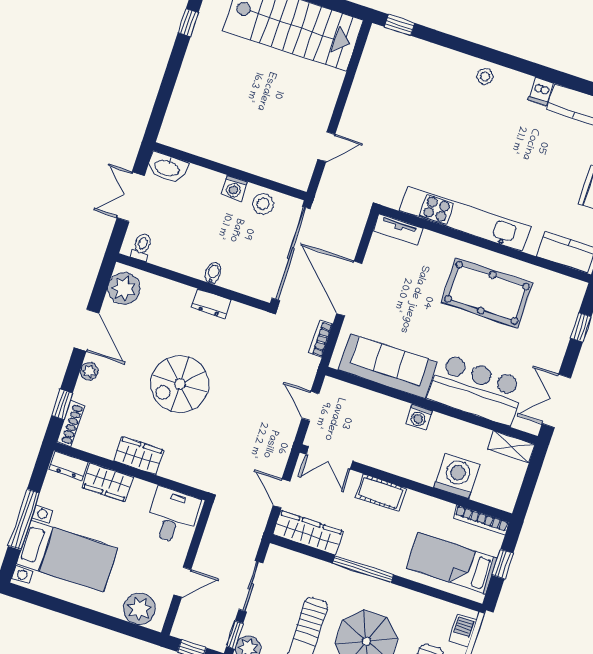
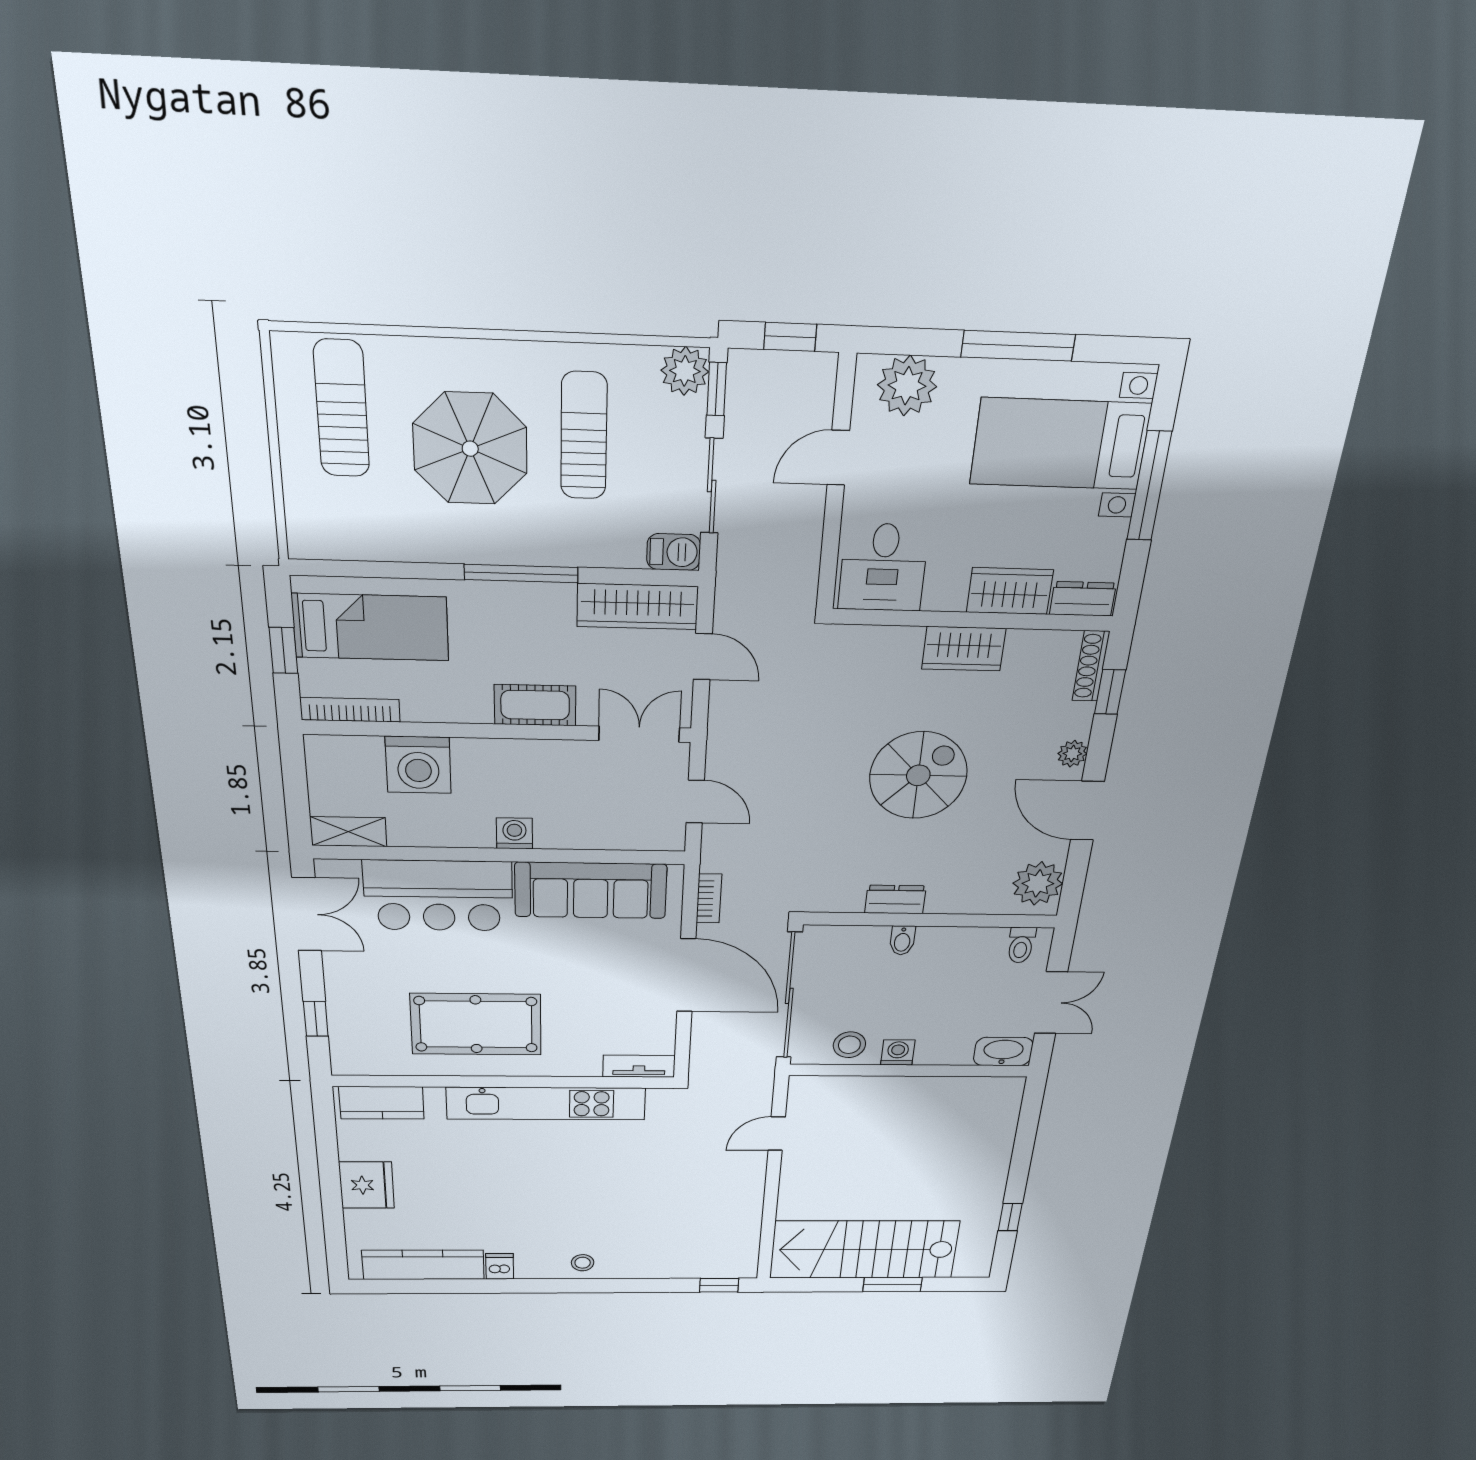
window: (80, 613) -> (1018, 346), added
barbecue: (463, 631) -> (674, 552), moved, turned -90

